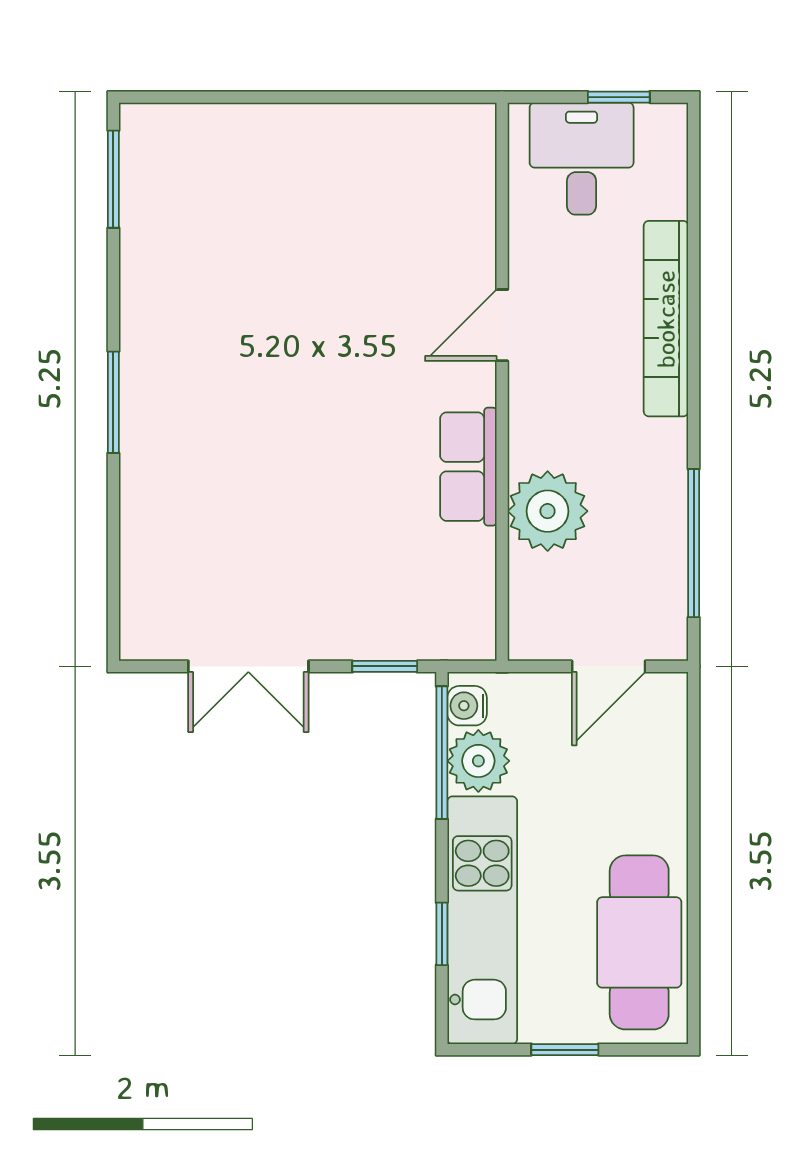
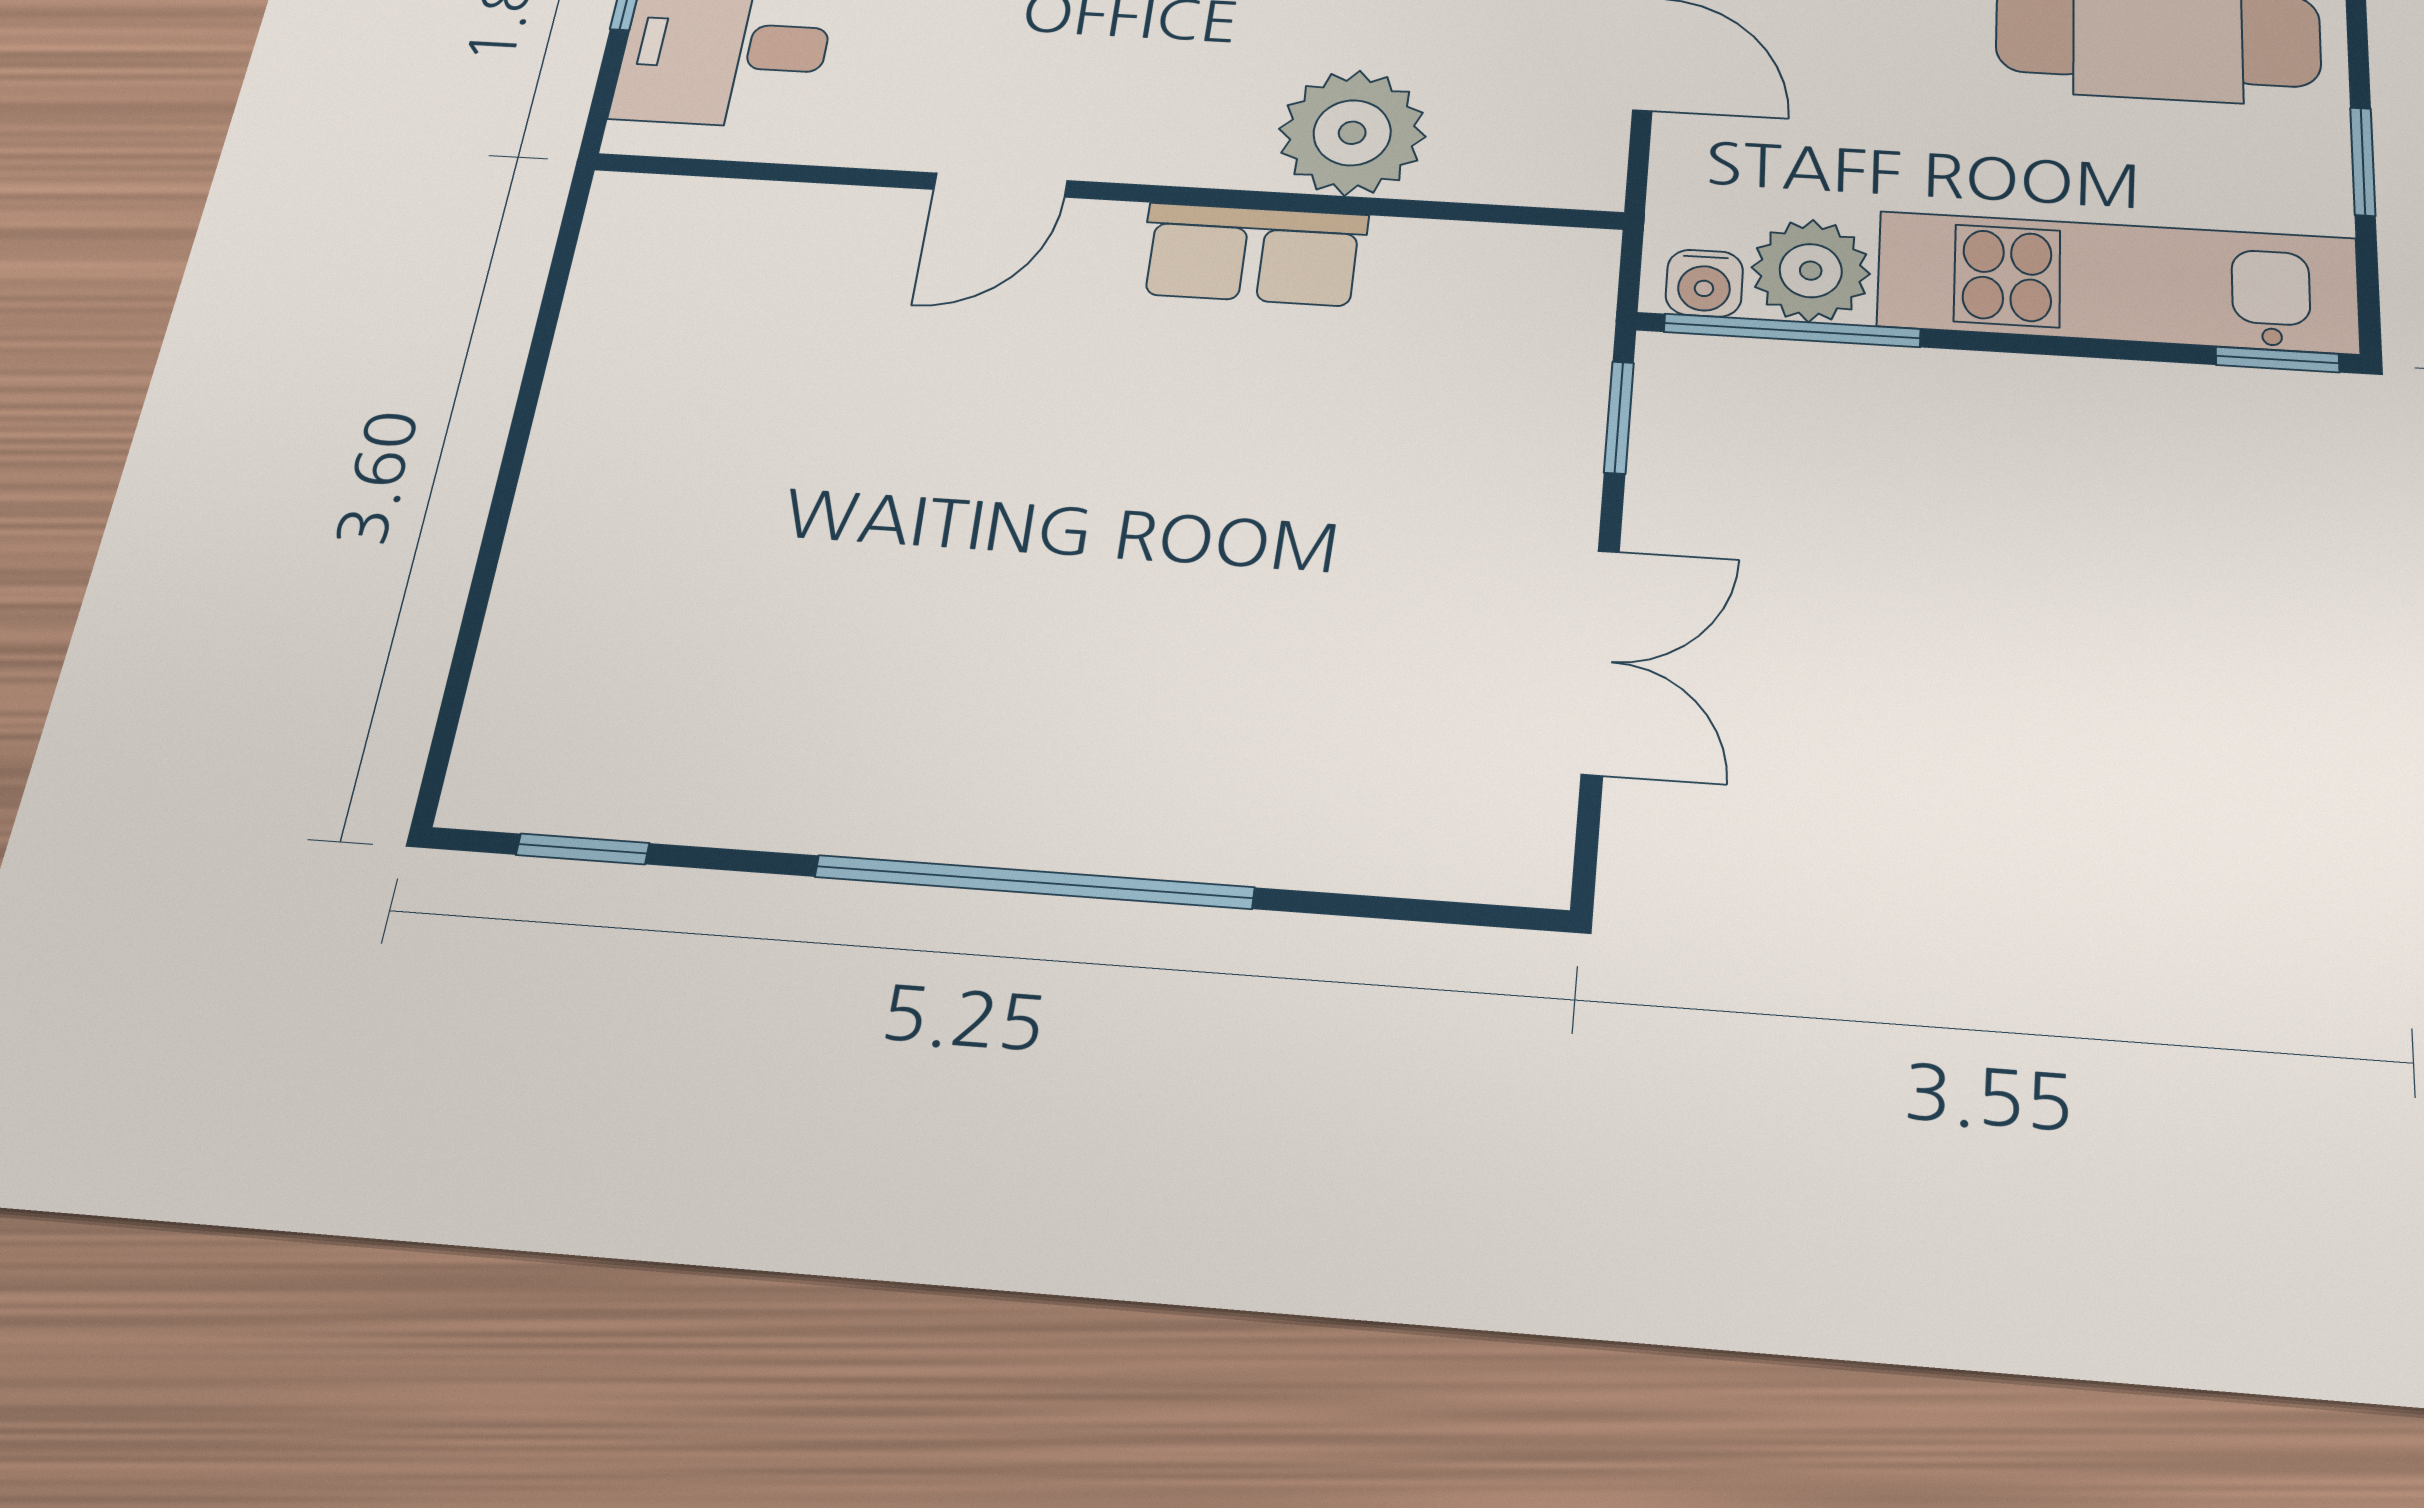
window: (113, 179) -> (583, 849), width x0.67
door: (502, 325) -> (1000, 185), hinge flipped
window: (113, 402) -> (1034, 882), width x2.11
window: (442, 934) -> (2277, 360), moved

